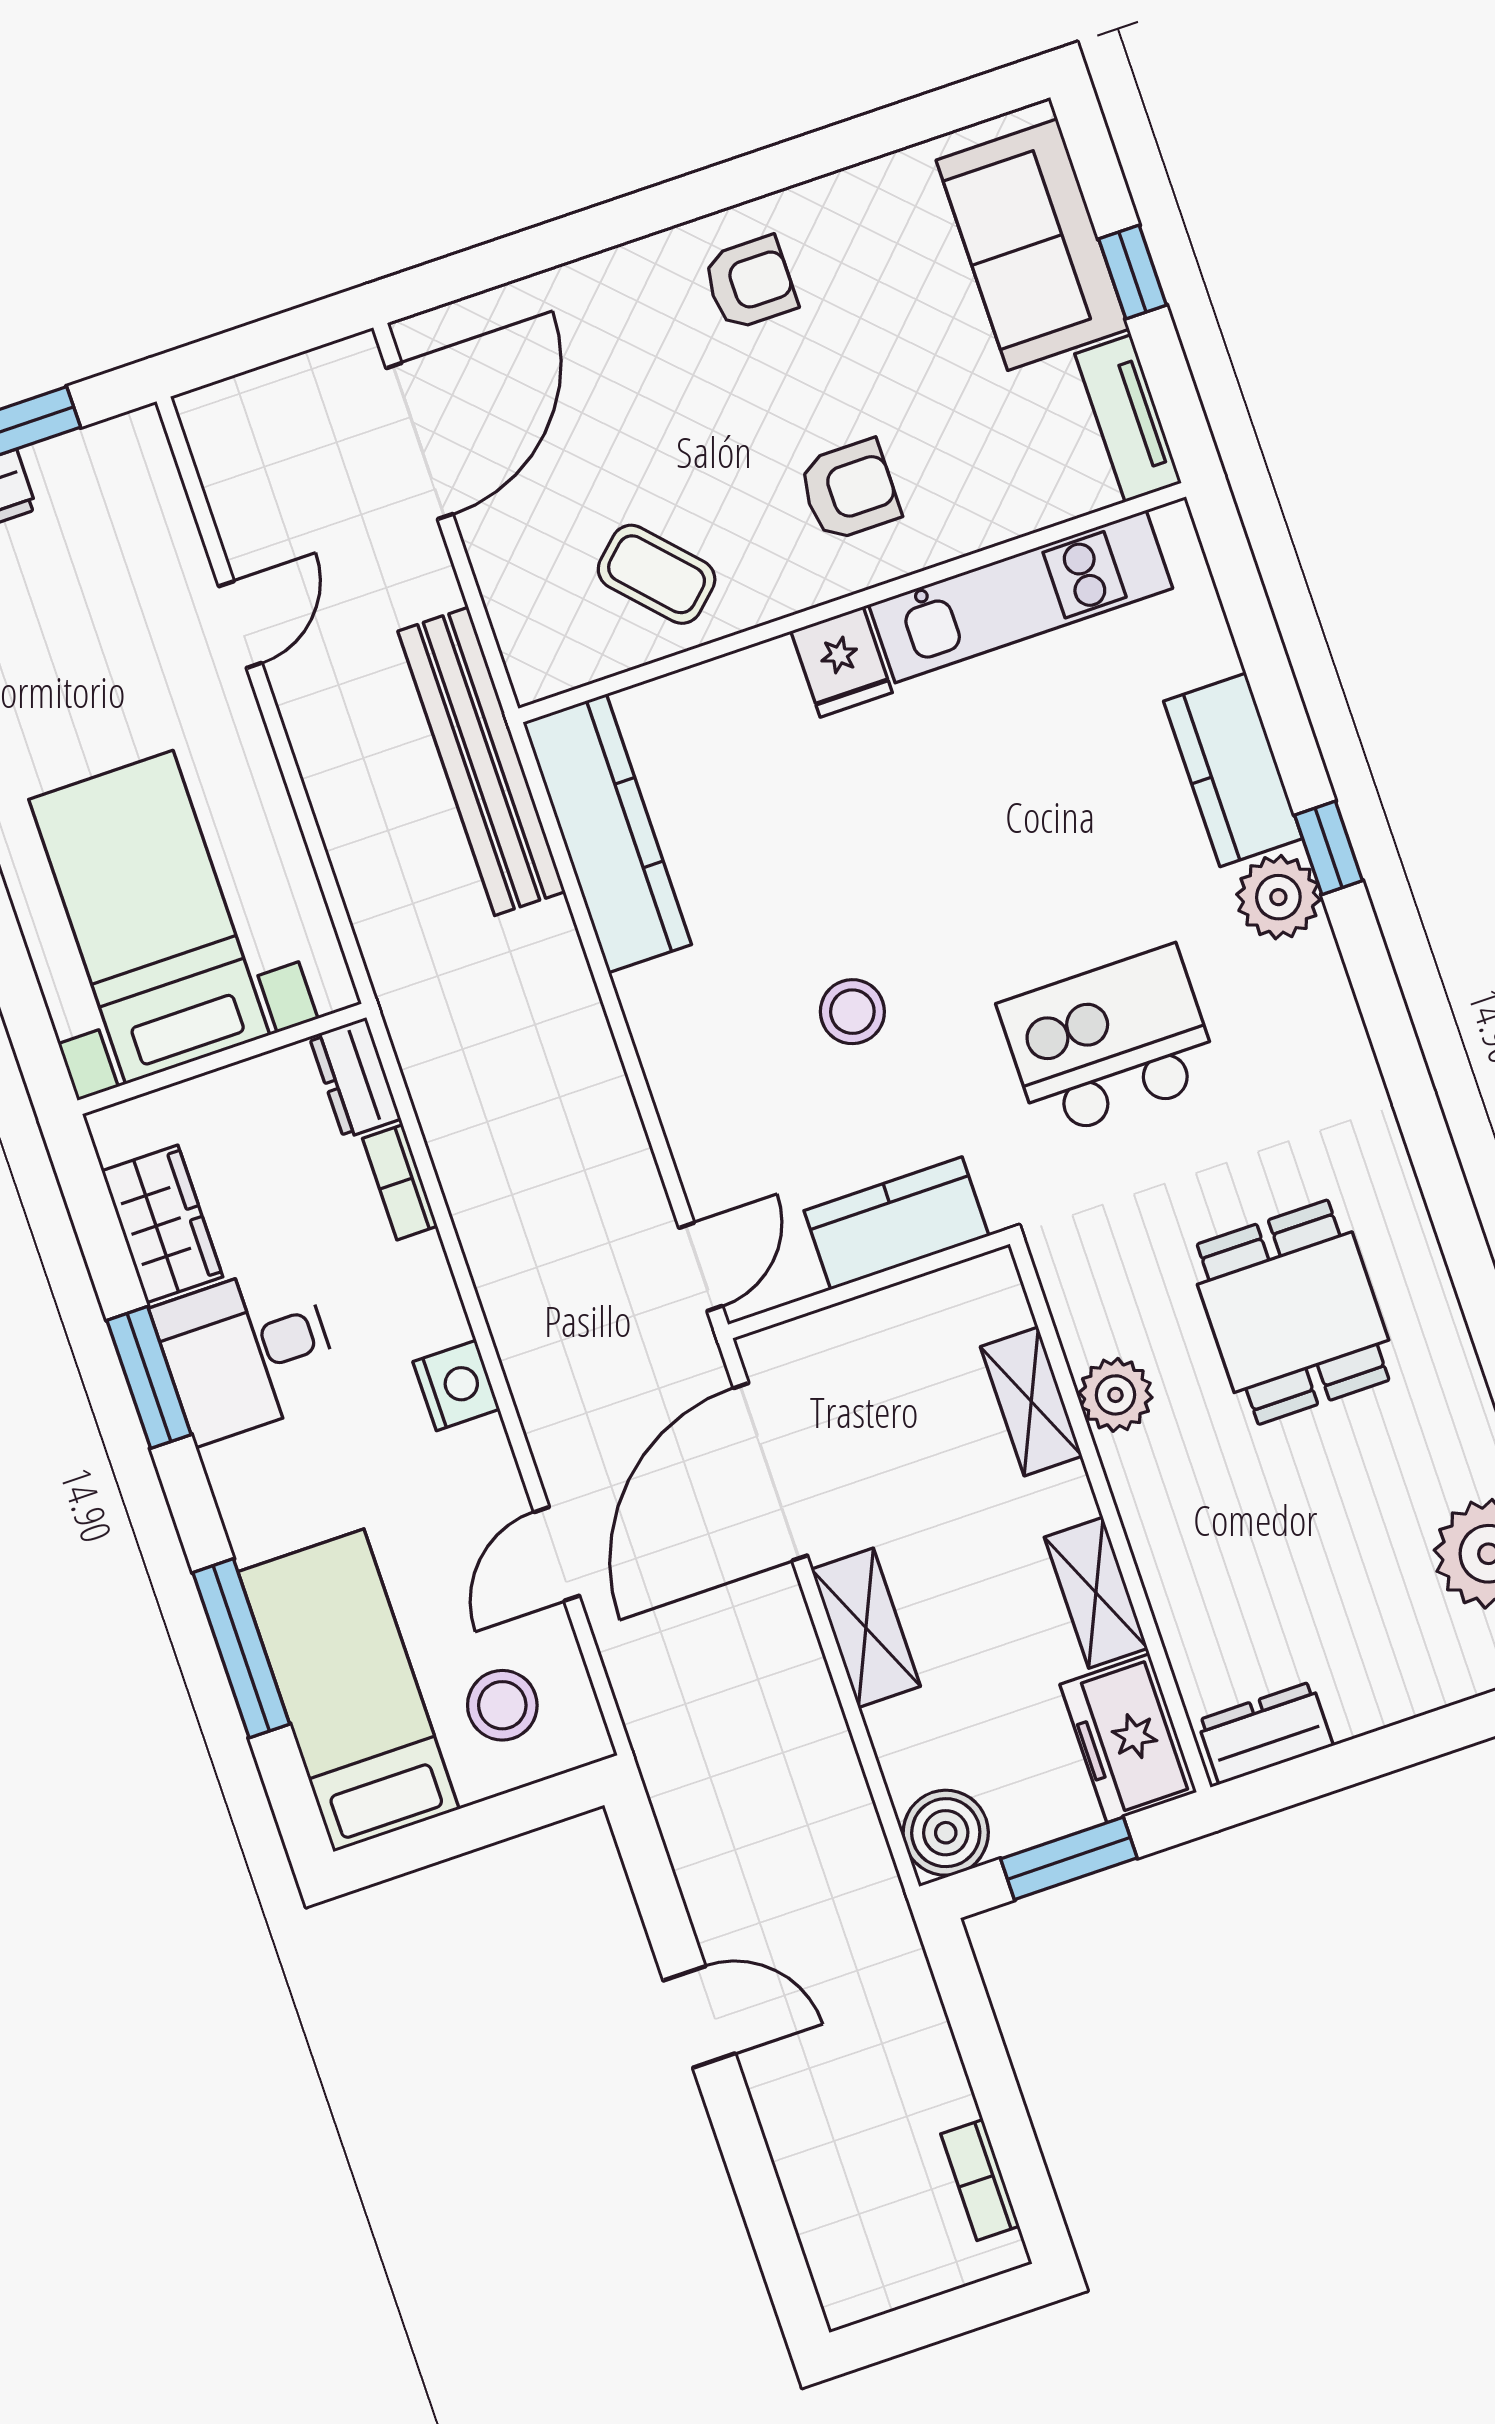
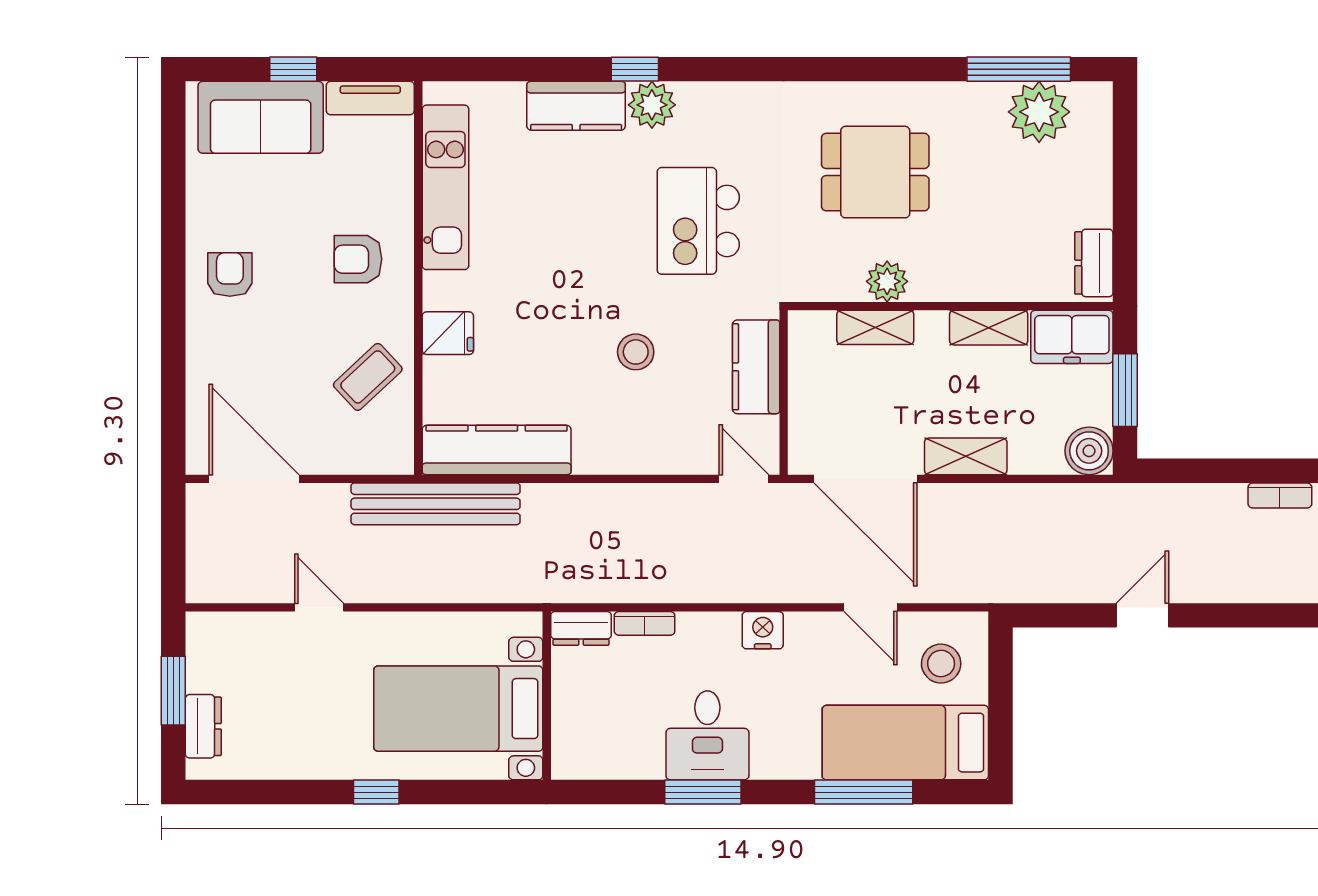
armchair: (849, 490) -> (358, 259), turned -90
fridge: (842, 662) -> (448, 333), moved
wardrobe: (162, 1224) -> (624, 757), removed

